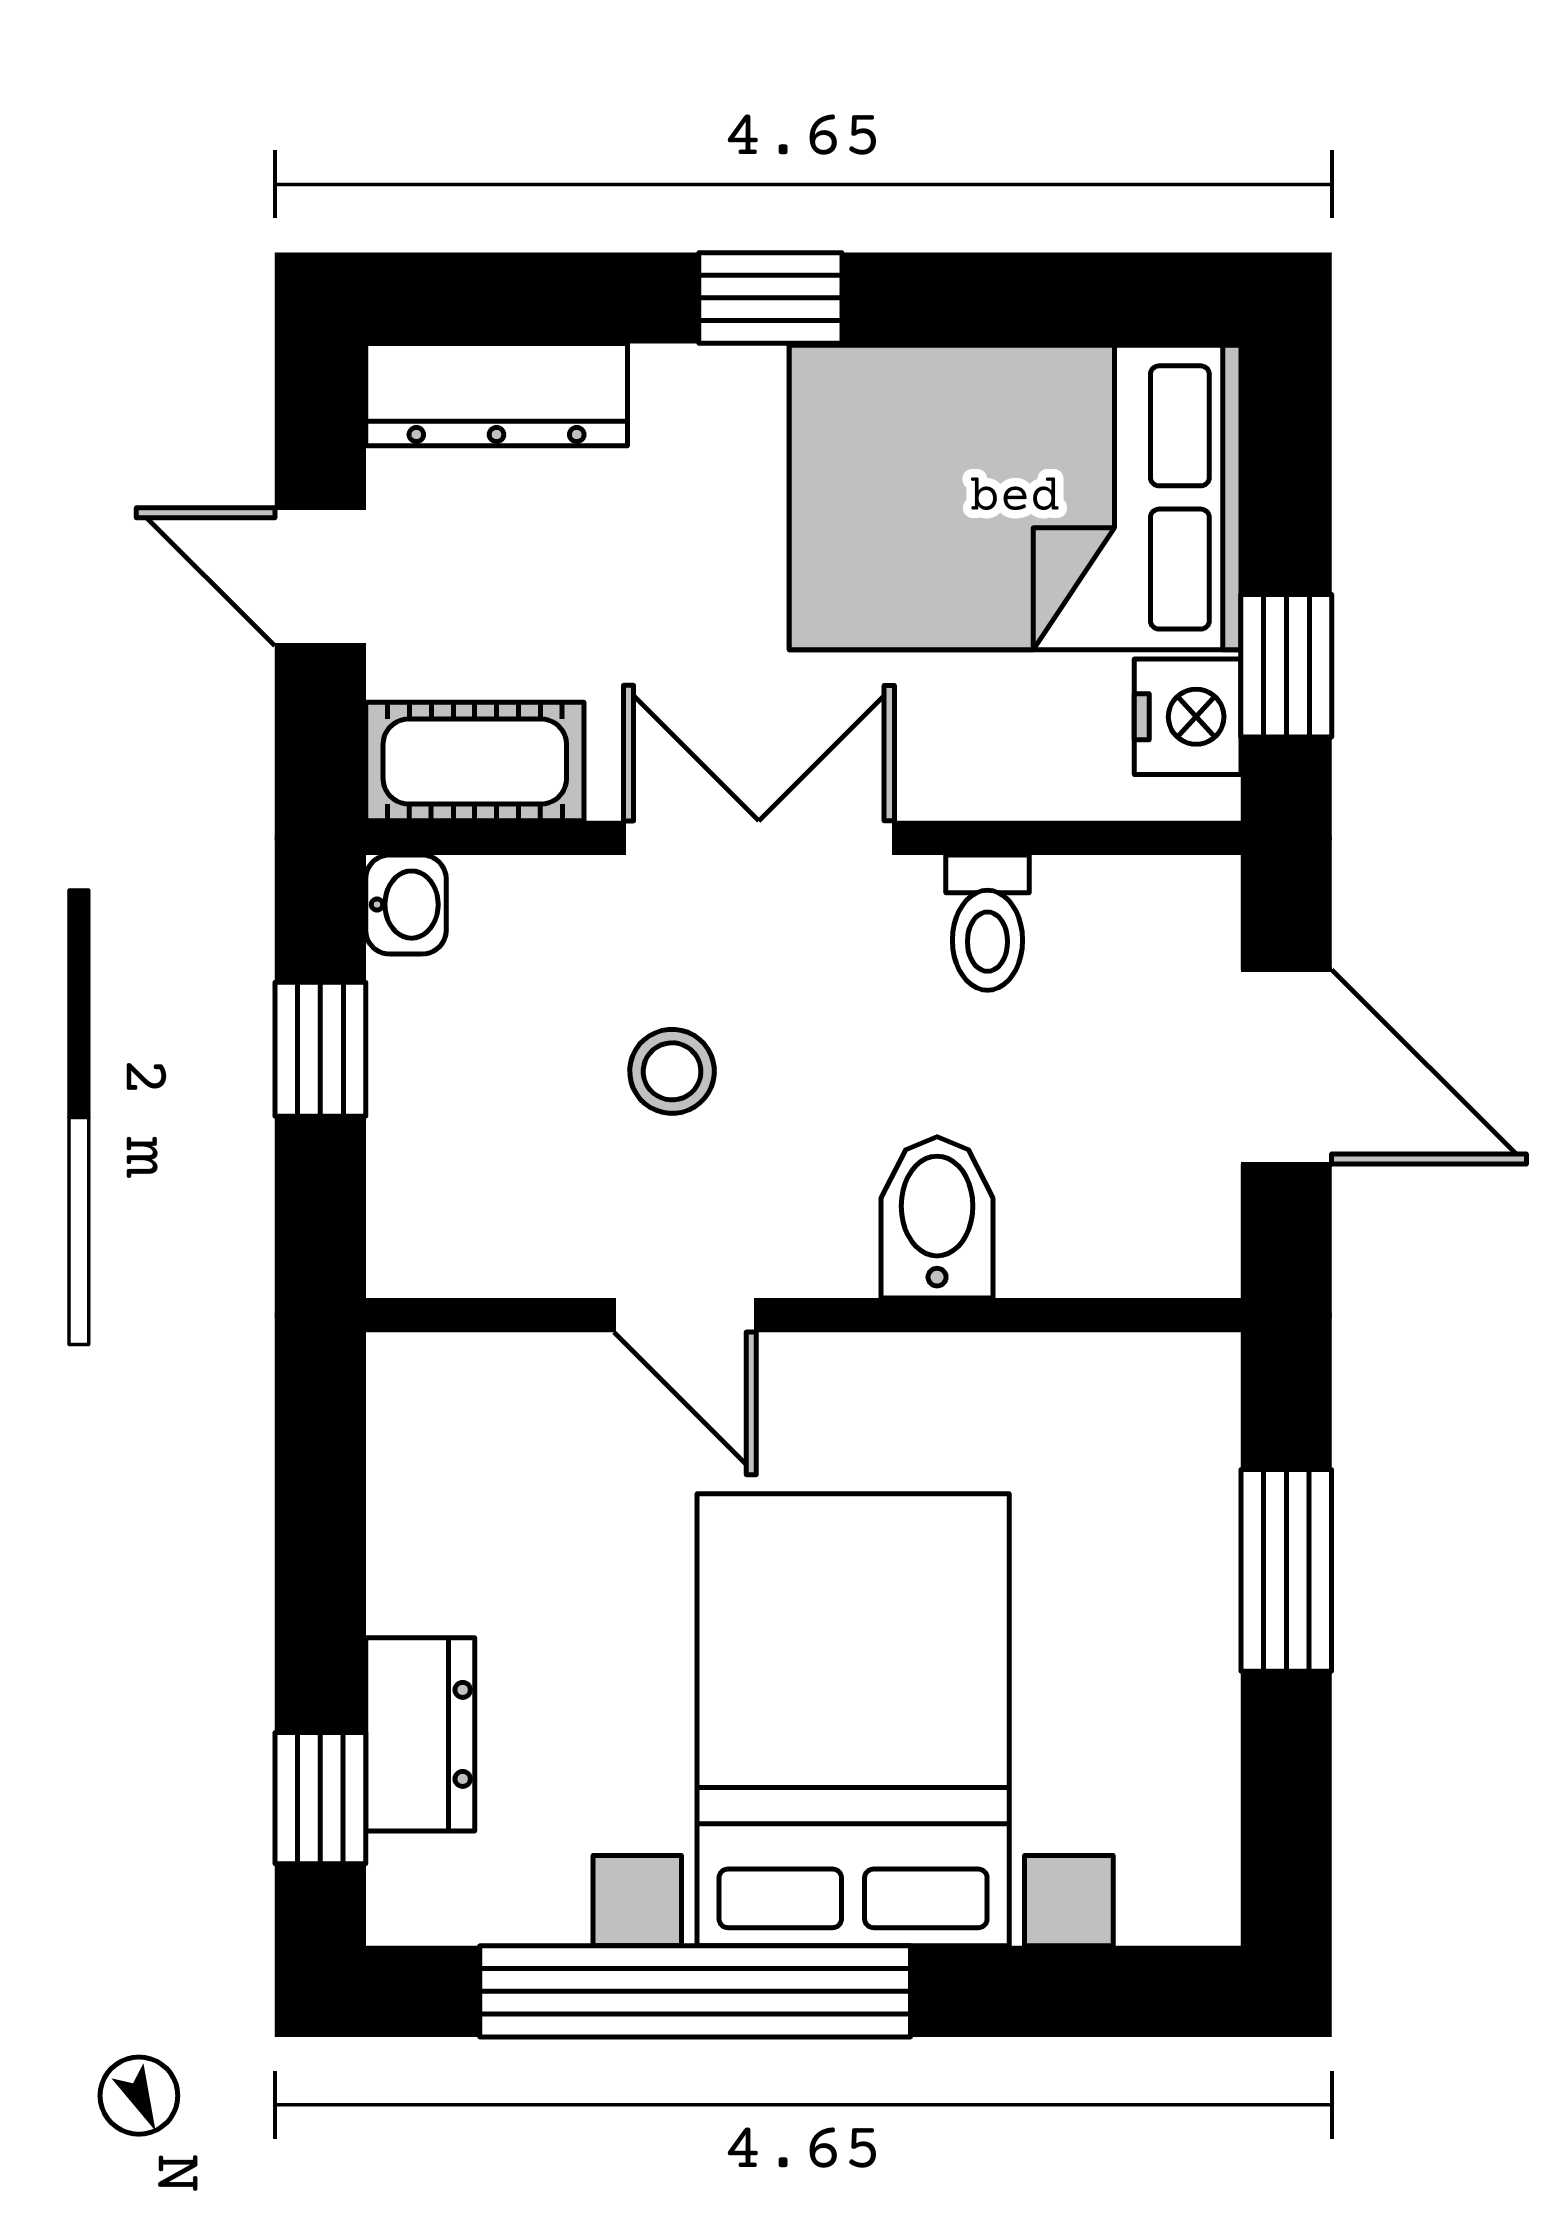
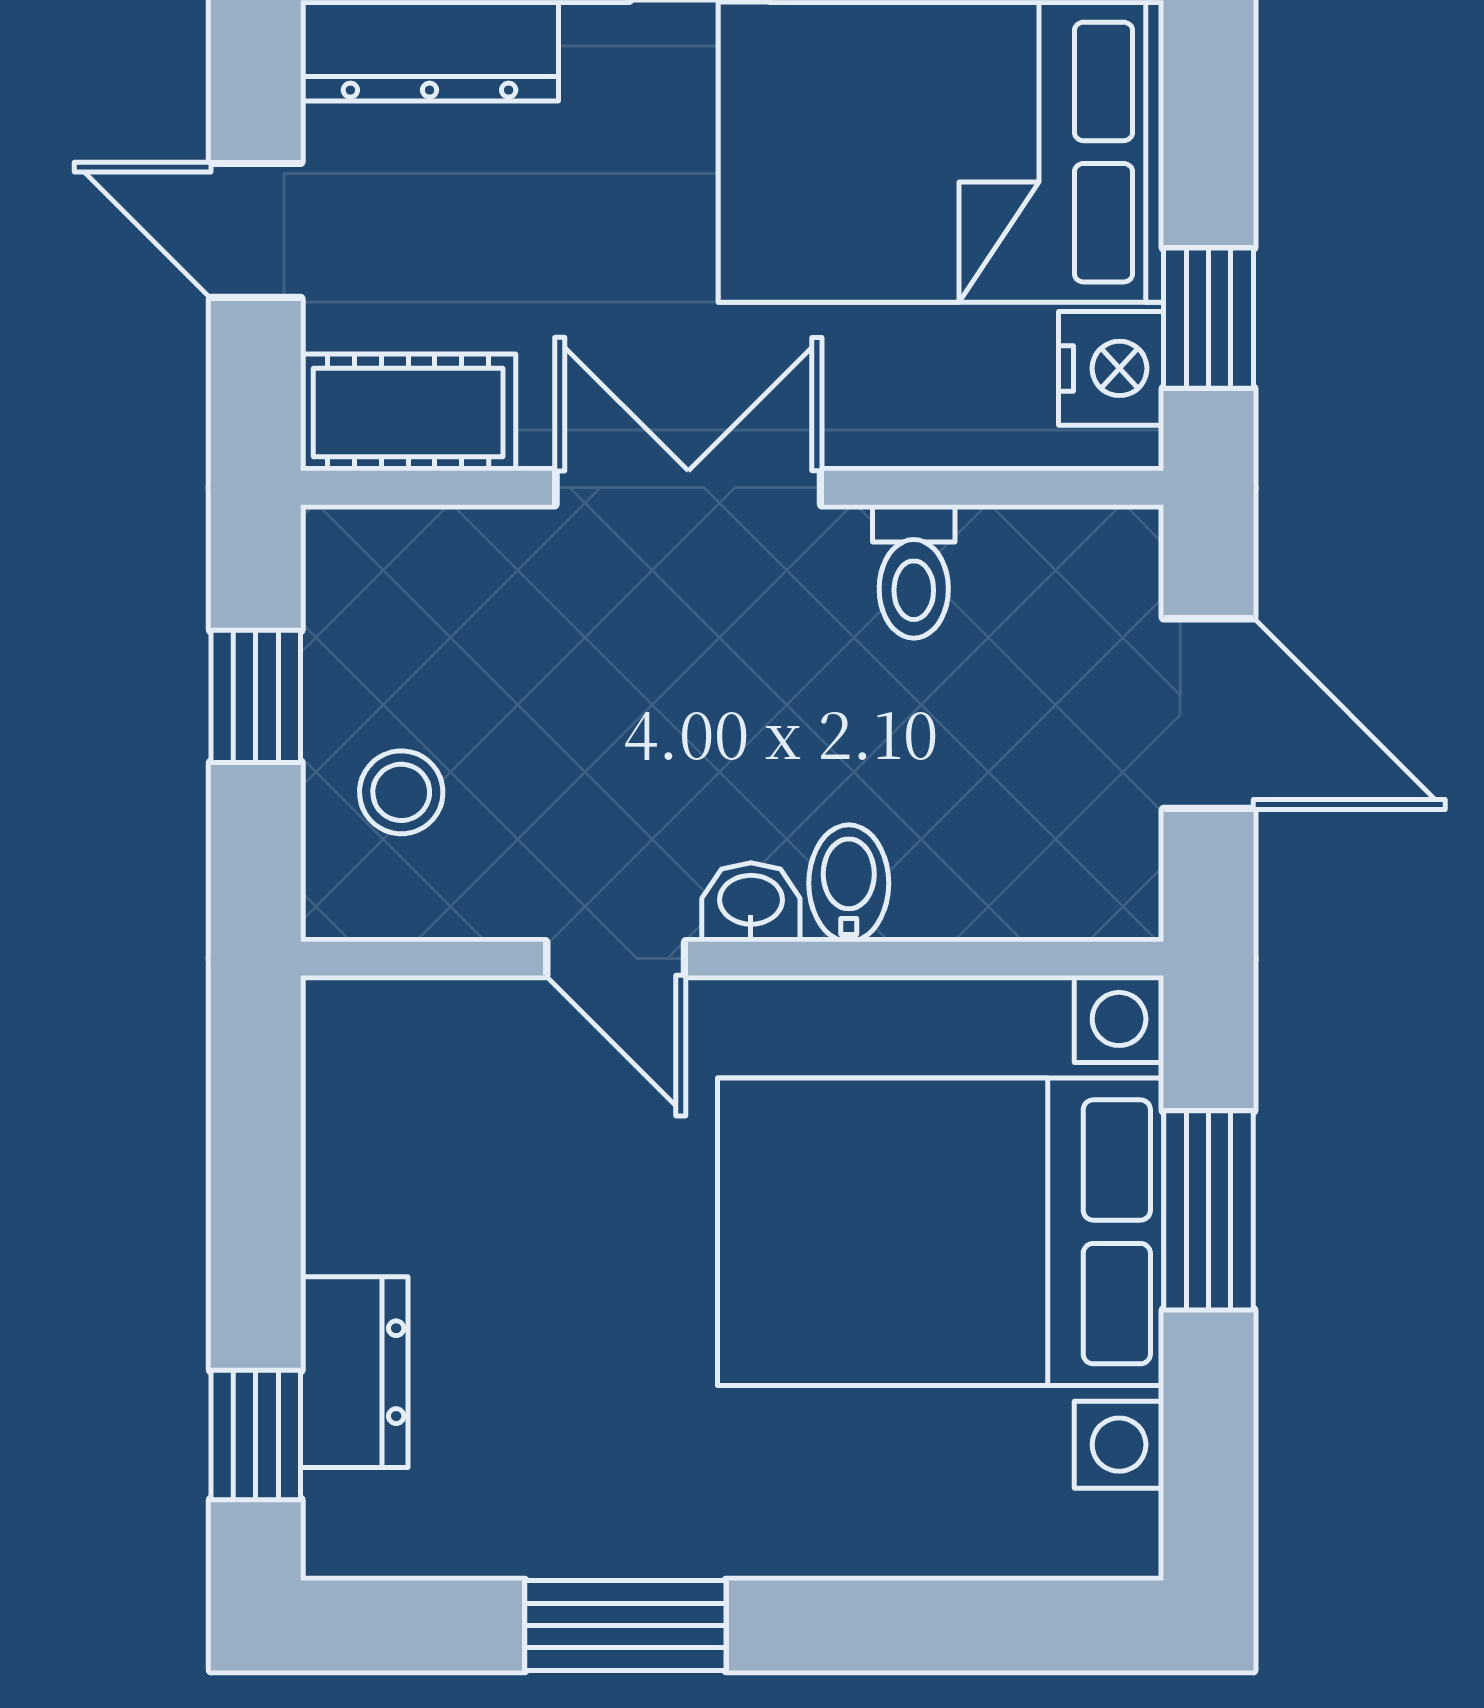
washbasin: (406, 905) -> (751, 902), moved, turned -90
stool: (672, 1071) -> (401, 792), moved
bidet: (937, 1217) -> (849, 883), width x0.72, depth x0.74
bed with nightstands: (853, 1720) -> (941, 1232), moved, turned -90
window: (695, 1991) -> (625, 1626), width x0.47

